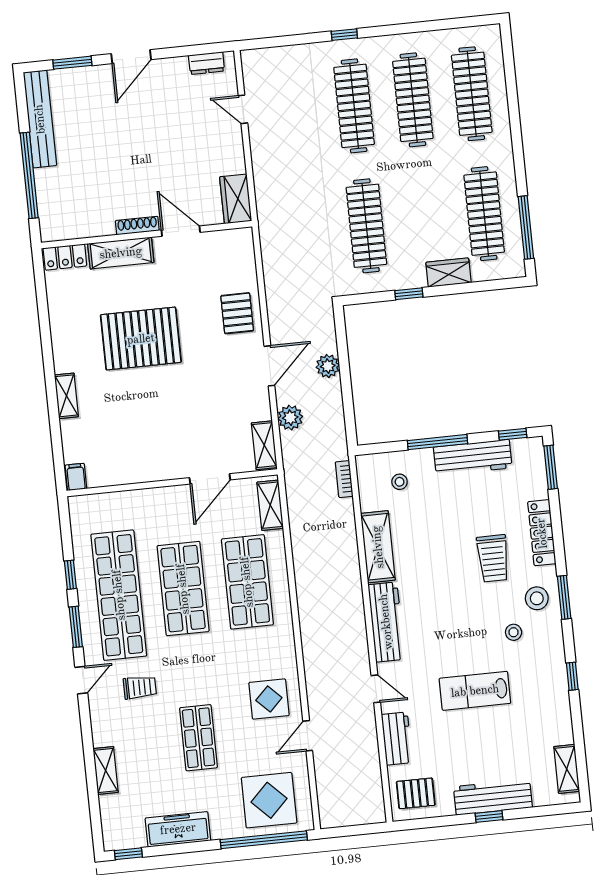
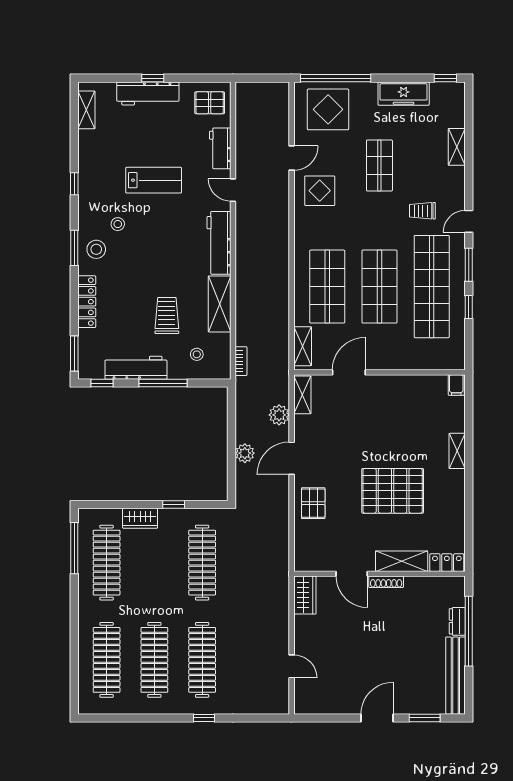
dresser: (206, 63) -> (457, 621), moved, turned -90
trolley: (493, 558) -> (167, 315), moved

